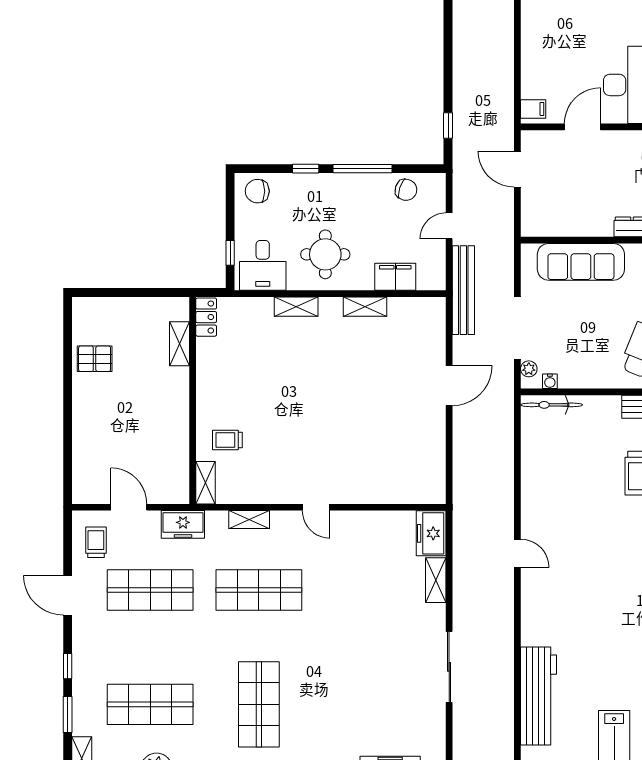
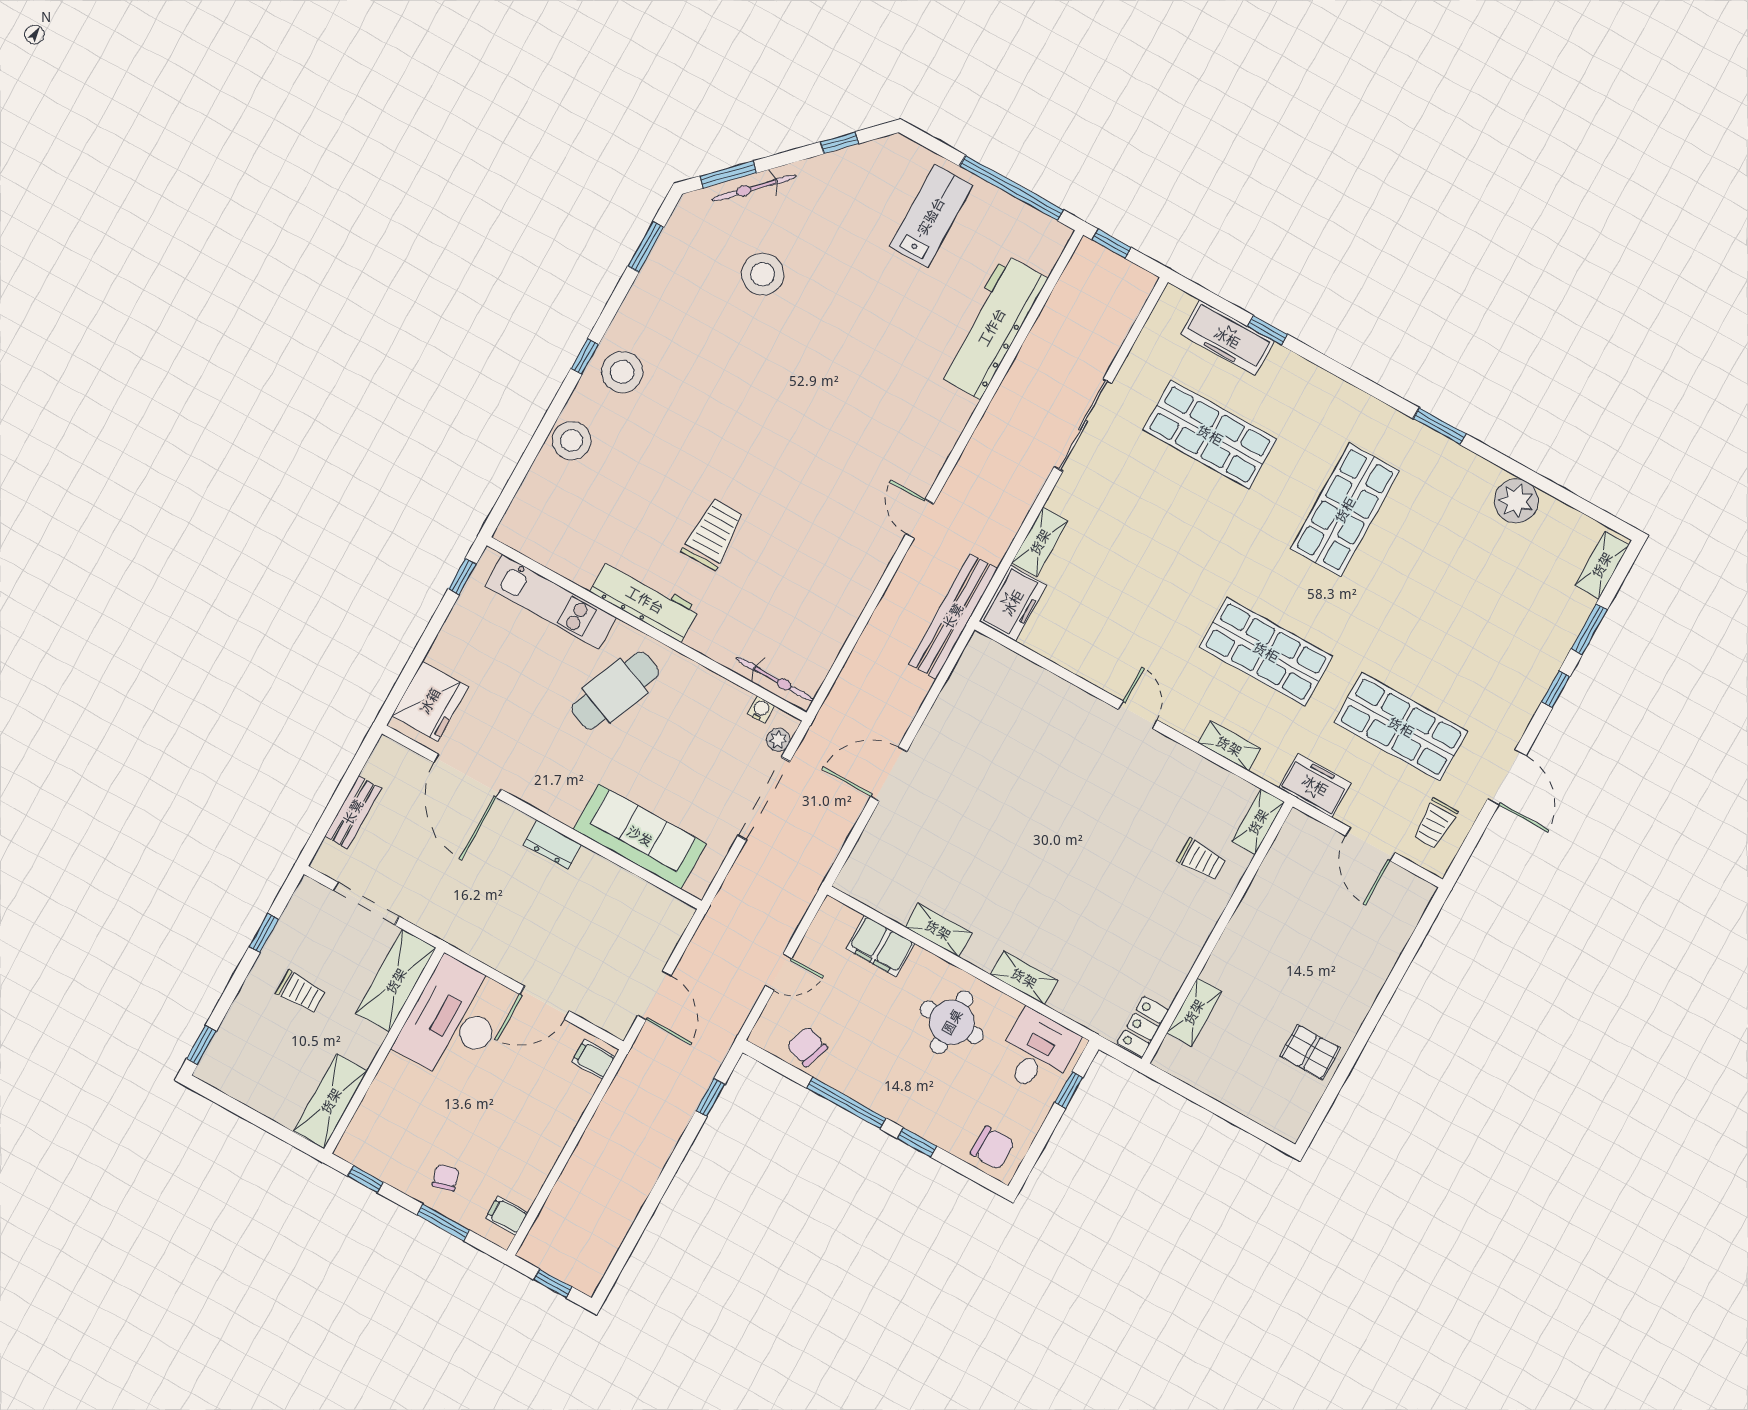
bench: (463, 290) -> (953, 616), moved
shop shelf: (150, 704) -> (1210, 435), moved

